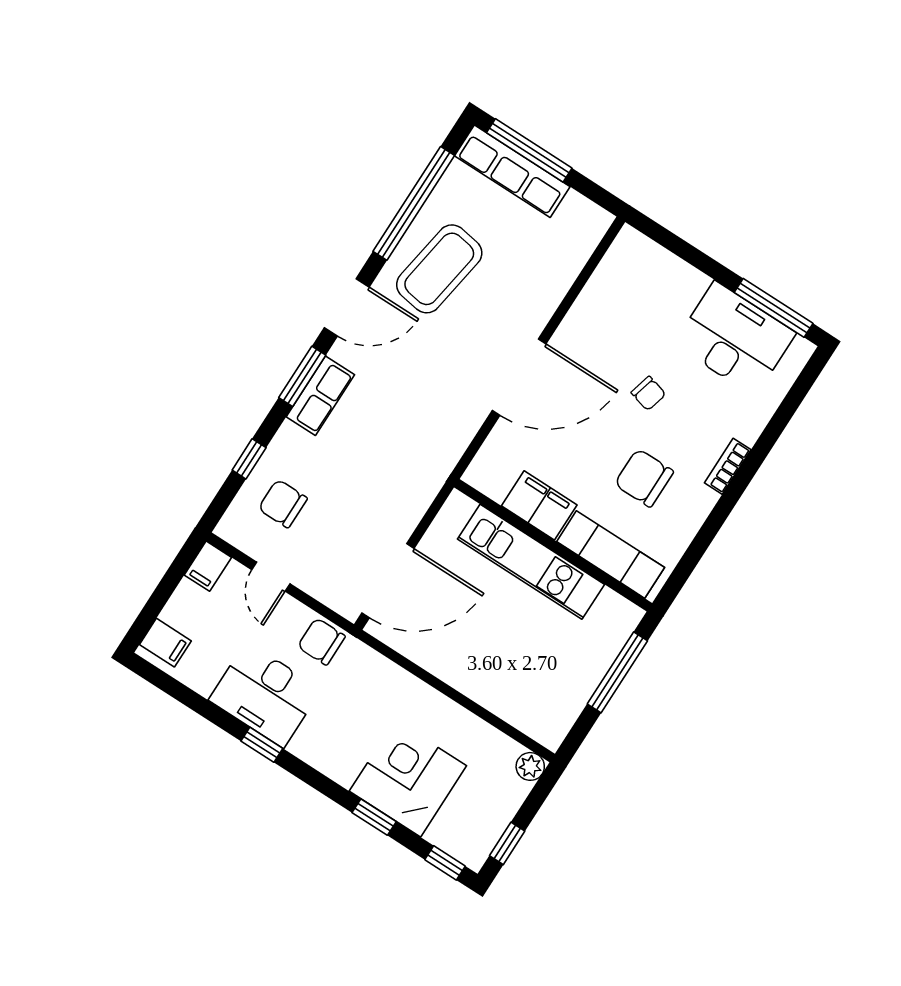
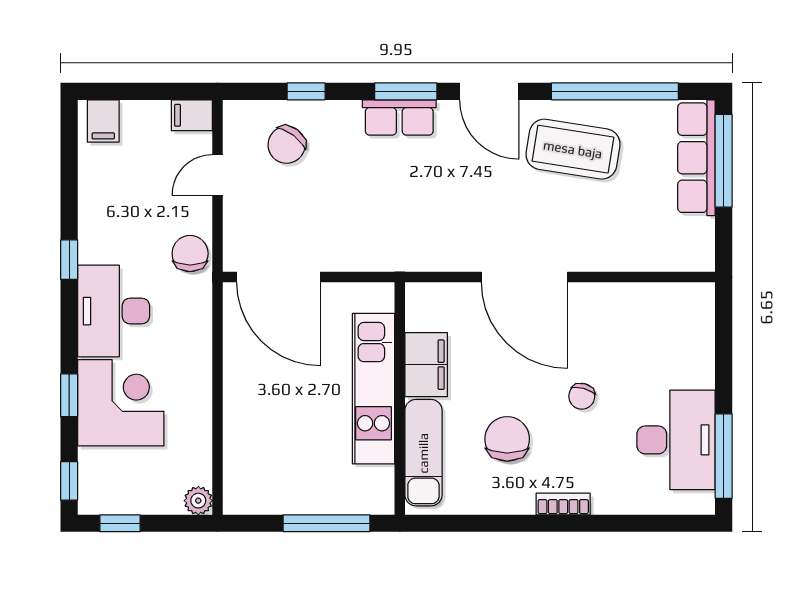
chair: (283, 504) -> (287, 145), turned -143
desk: (265, 695) -> (114, 311), moved

